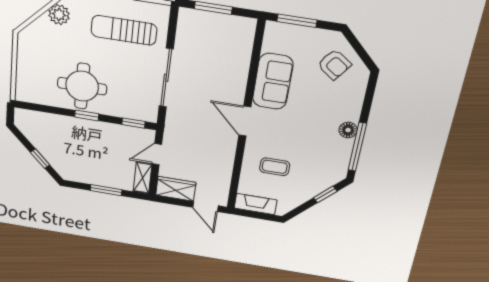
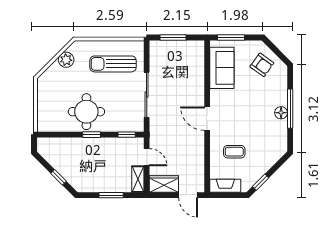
sofa: (273, 81) -> (222, 68), moved
window: (357, 147) -> (290, 109), moved
door: (157, 154) -> (147, 157), swing flipped
window: (325, 194) -> (261, 182), moved

